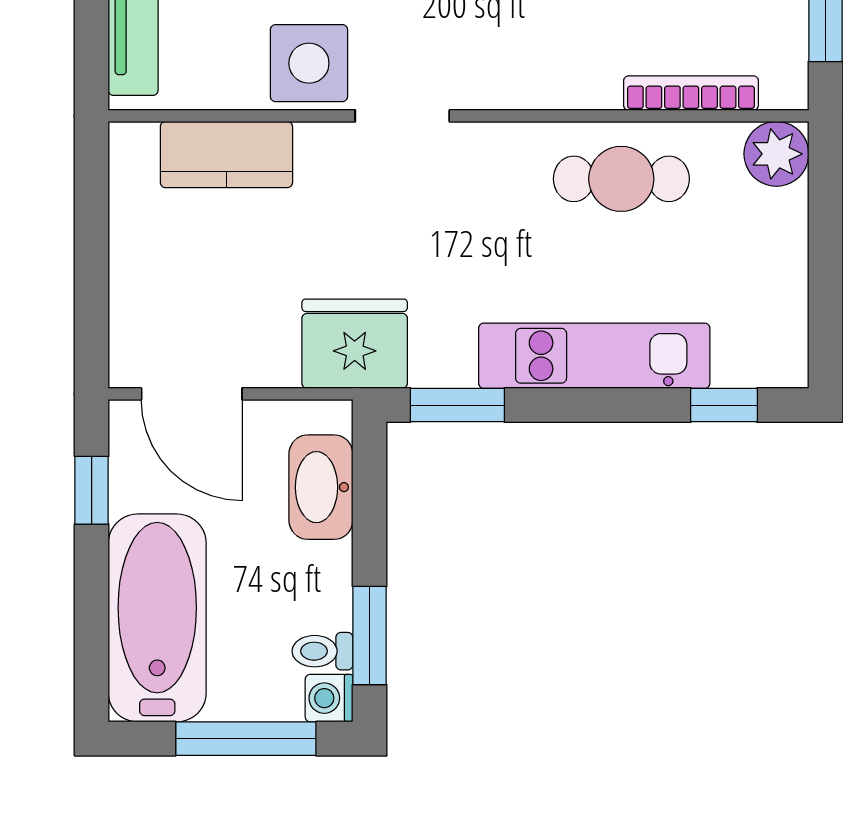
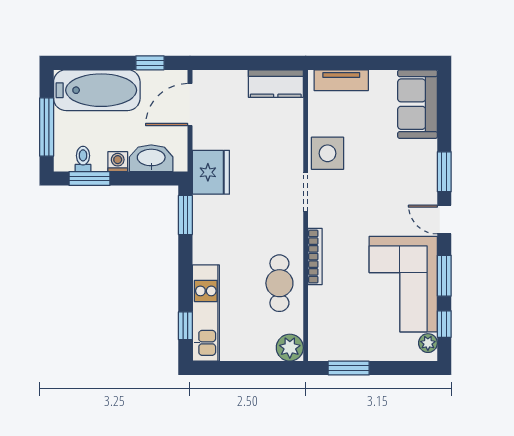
bookcase: (691, 93) -> (315, 257), moved
kitchen counter: (226, 155) -> (276, 84), moved, turned -90
kitchen unit: (594, 356) -> (206, 313), moved
washing machine: (329, 698) -> (118, 162), moved

